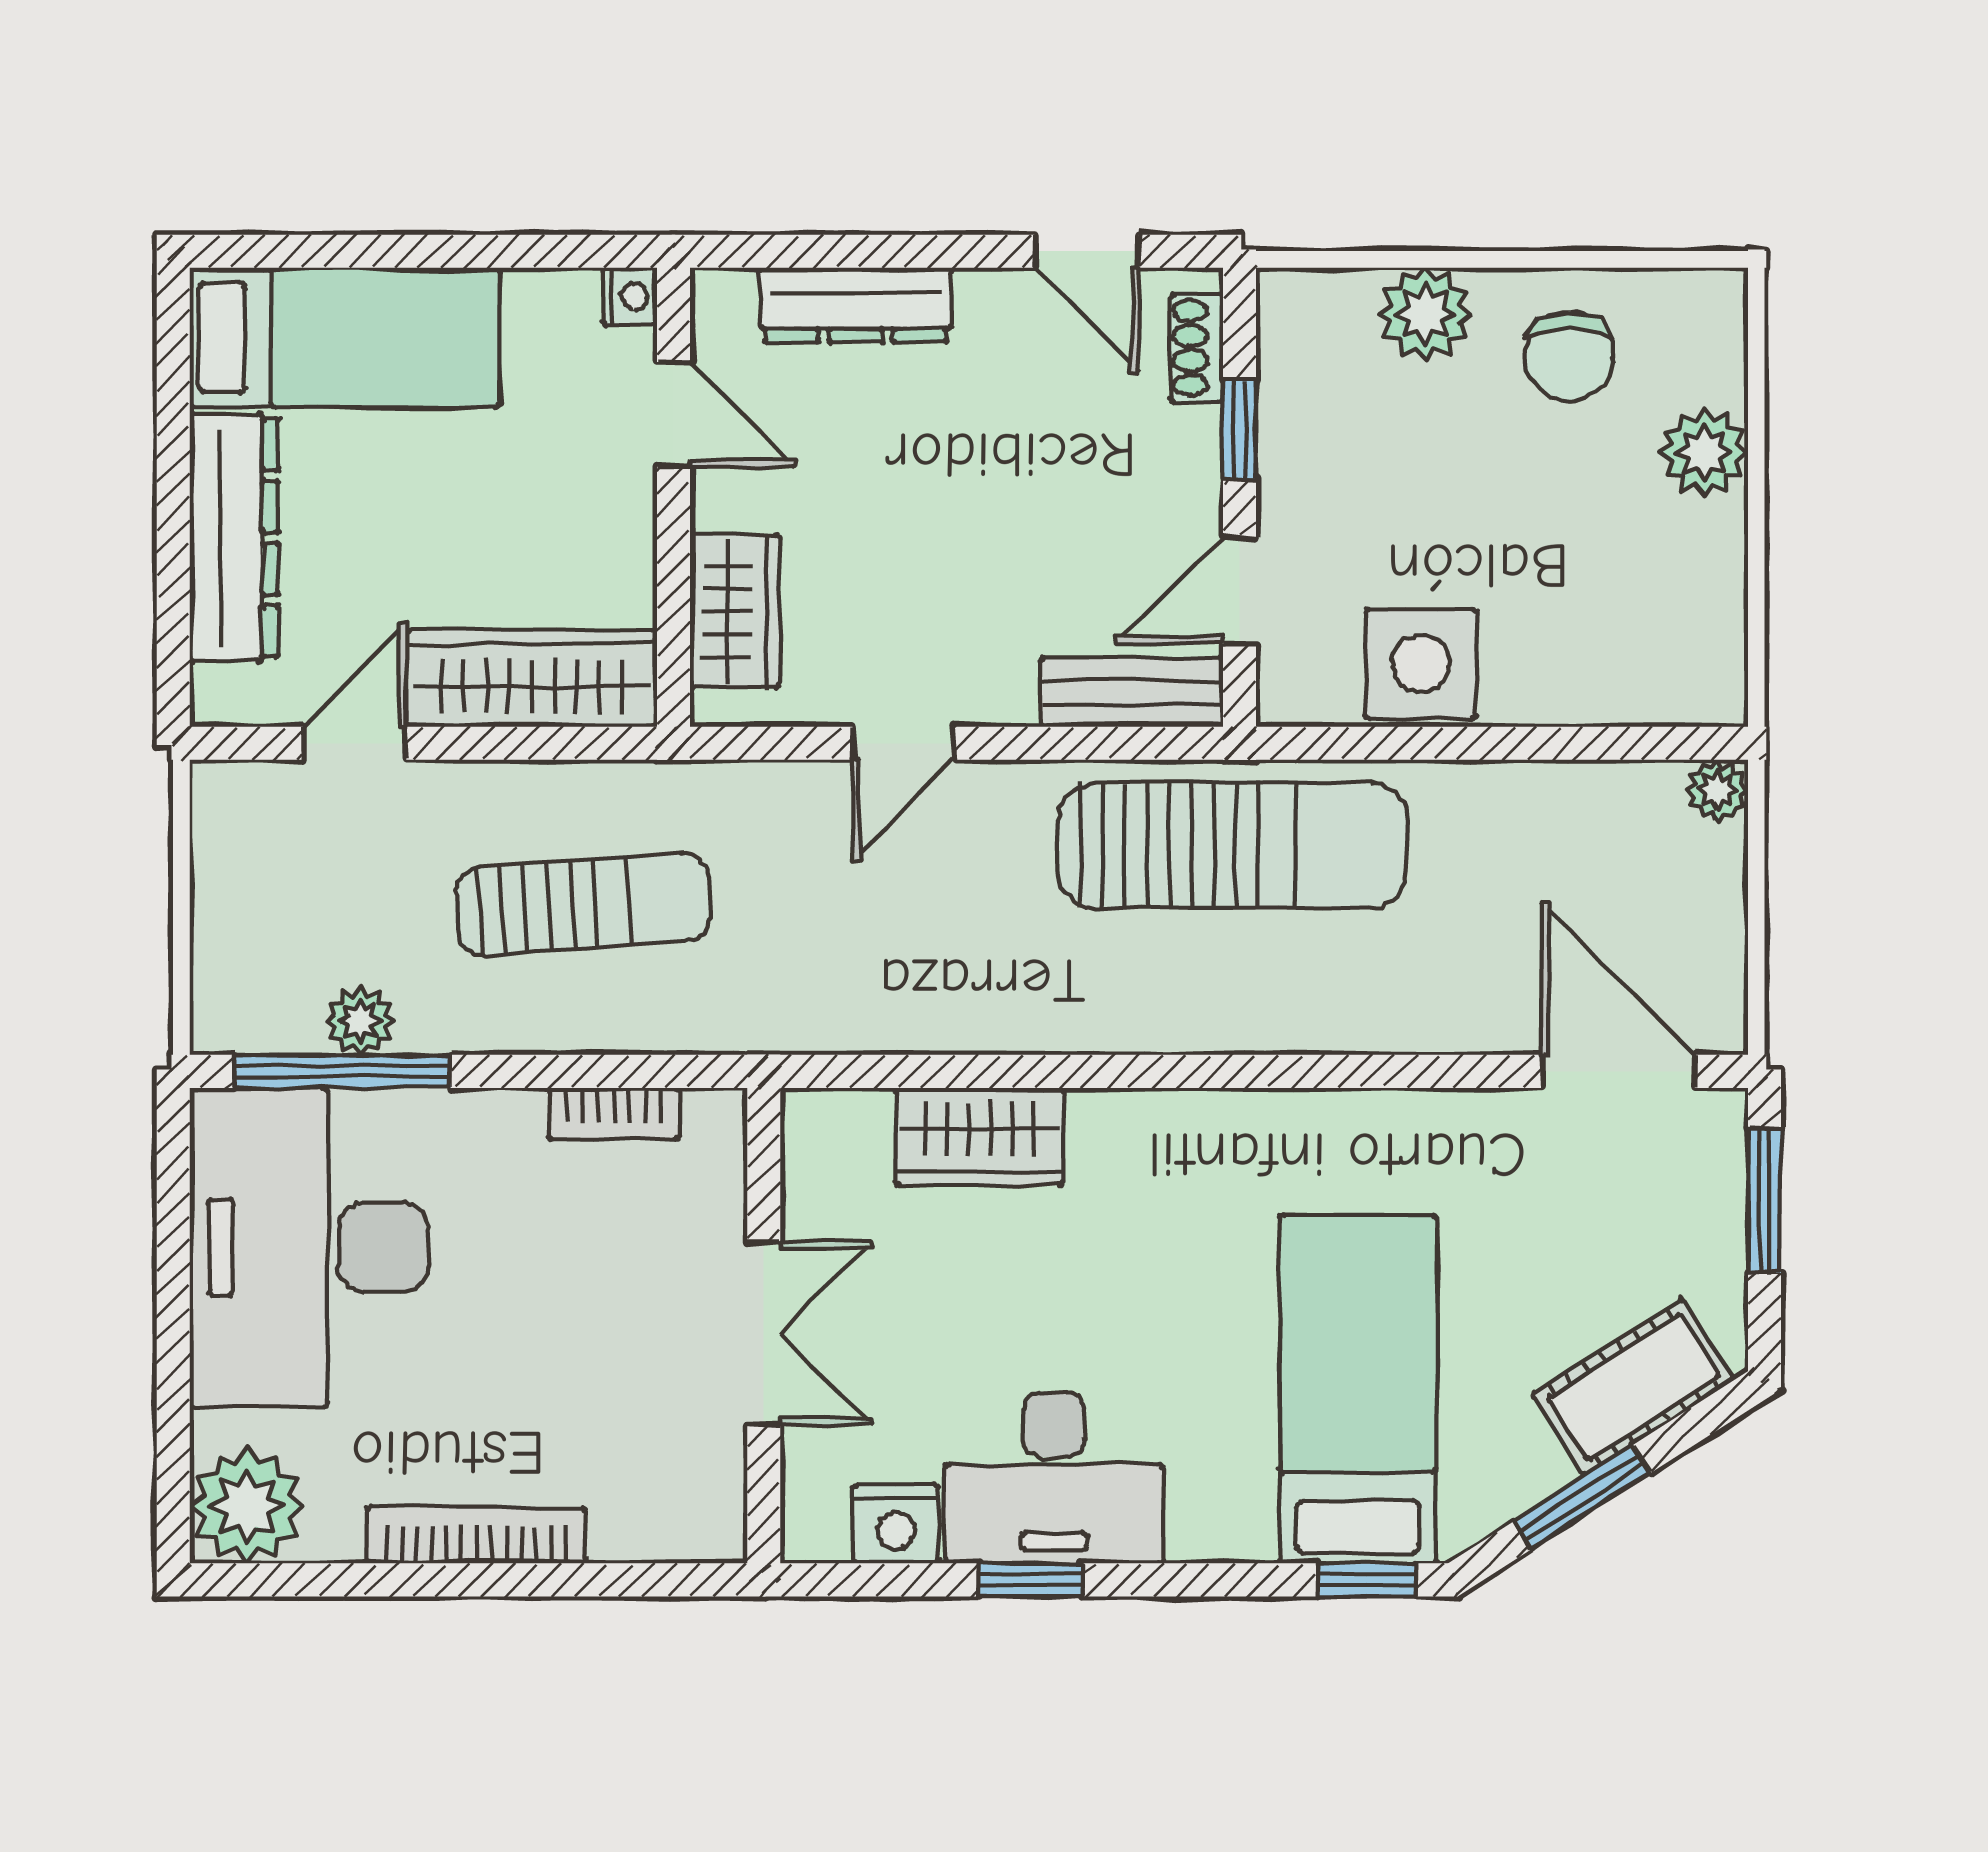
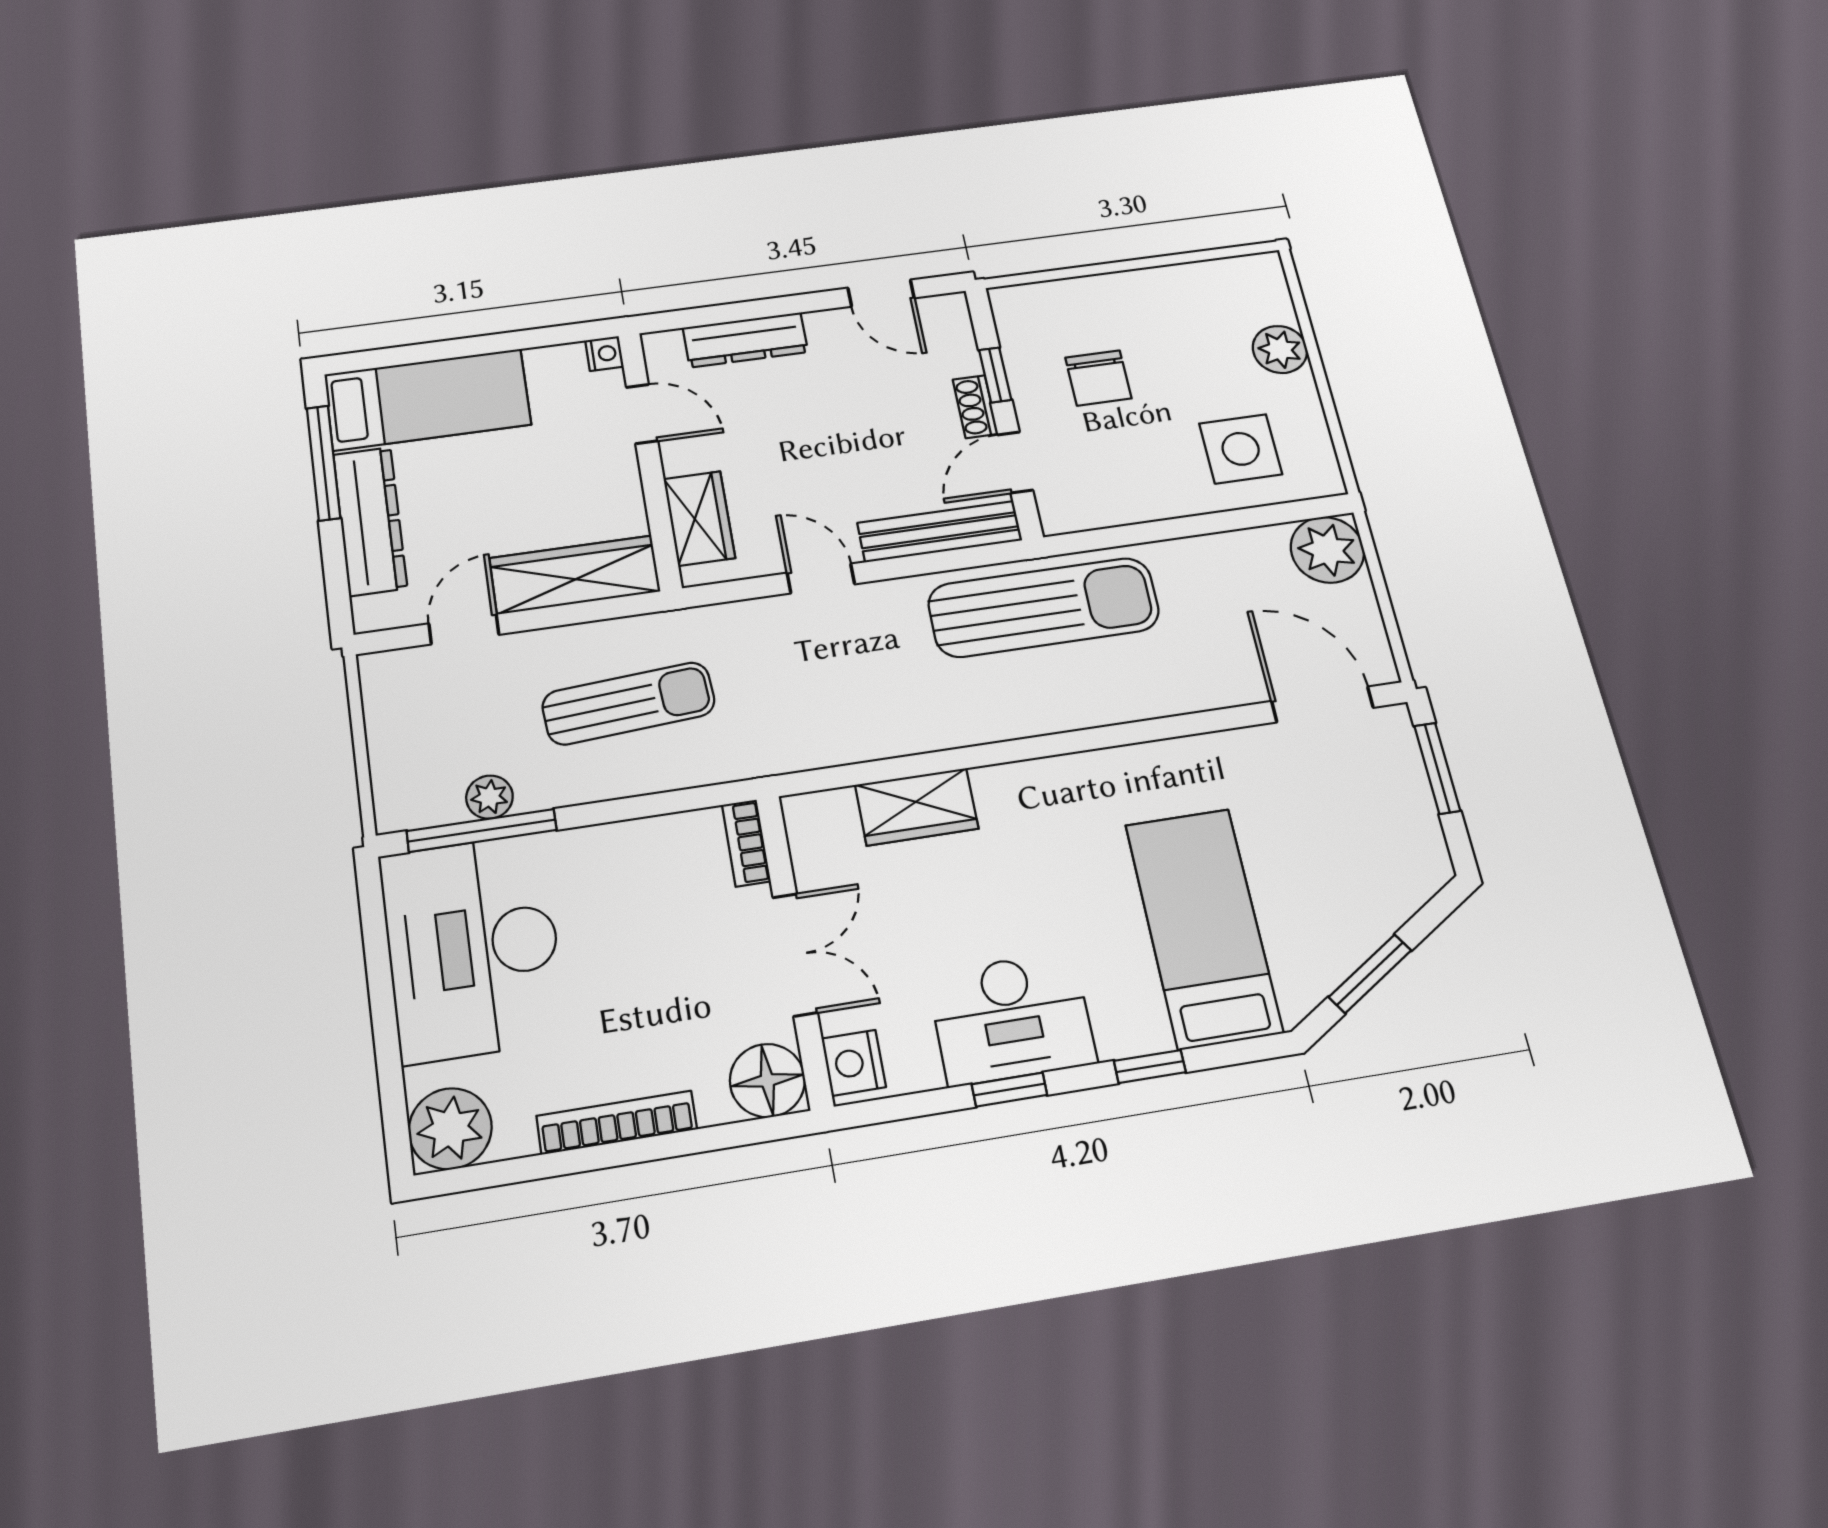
plant: (1425, 314) -> (1093, 299), removed
shoe rack: (1197, 348) -> (975, 407), moved
chair: (1569, 357) -> (1098, 378), moved
window: (173, 425) -> (324, 463), added
side table: (1421, 664) -> (1241, 449), moved
bench: (1132, 692) -> (940, 532), width x1.36
door: (903, 743) -> (821, 579), swing flipped
plant: (1717, 790) -> (1327, 550), width x1.88, depth x1.88
bookcase: (614, 1114) -> (746, 843), moved, turned 90
cot: (1634, 1387) -> (1385, 897), removed
floor lamp: (694, 1511) -> (767, 1080), added
nightstand: (896, 1524) -> (854, 1063), moved, turned 90
window: (1366, 1580) -> (1150, 1067), moved

